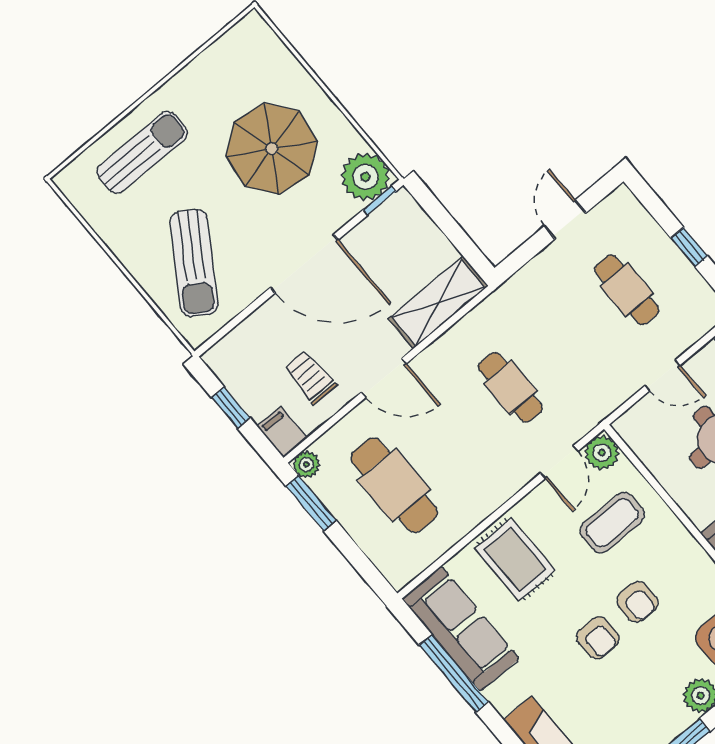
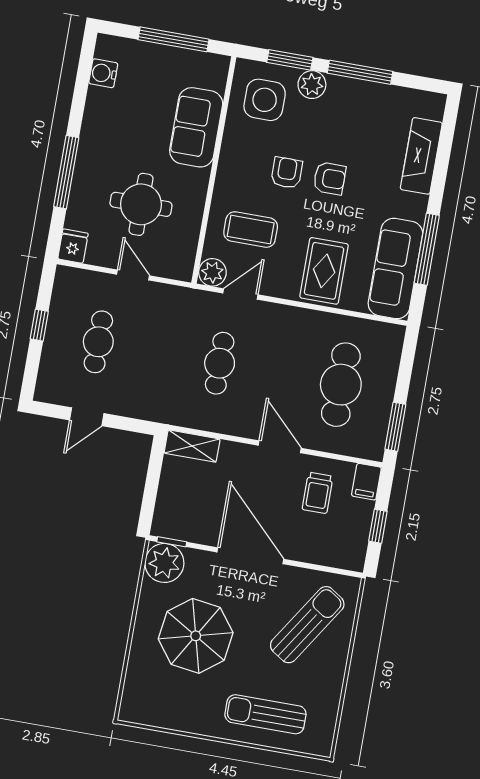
shelving: (438, 302) -> (192, 446), width x0.67, depth x0.75
plant: (306, 464) -> (374, 450), removed
armchair: (598, 638) -> (330, 178), turned 90

